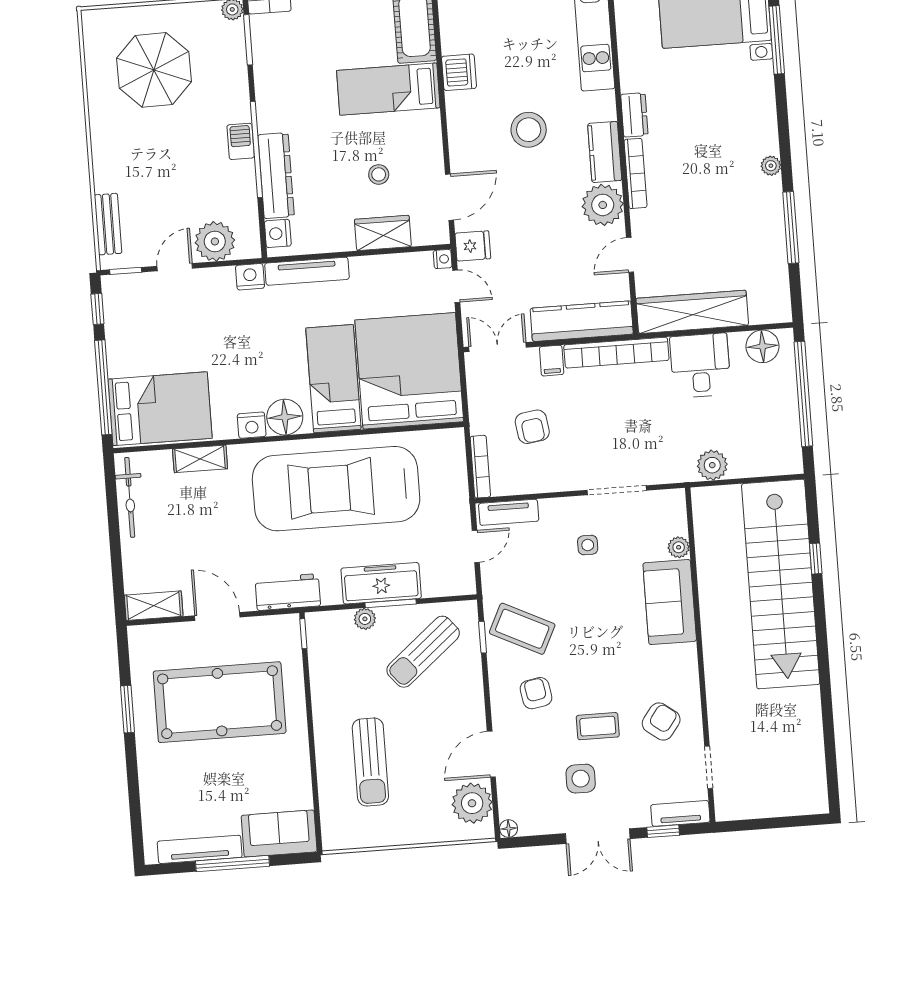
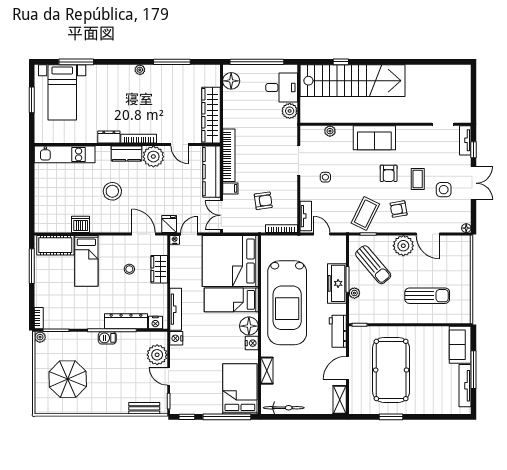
desk: (700, 365) -> (282, 87), moved, turned 180
sofa: (670, 602) -> (374, 138), moved
armchair: (661, 721) -> (389, 173), moved, turned -127
plant: (472, 803) -> (403, 246), moved

